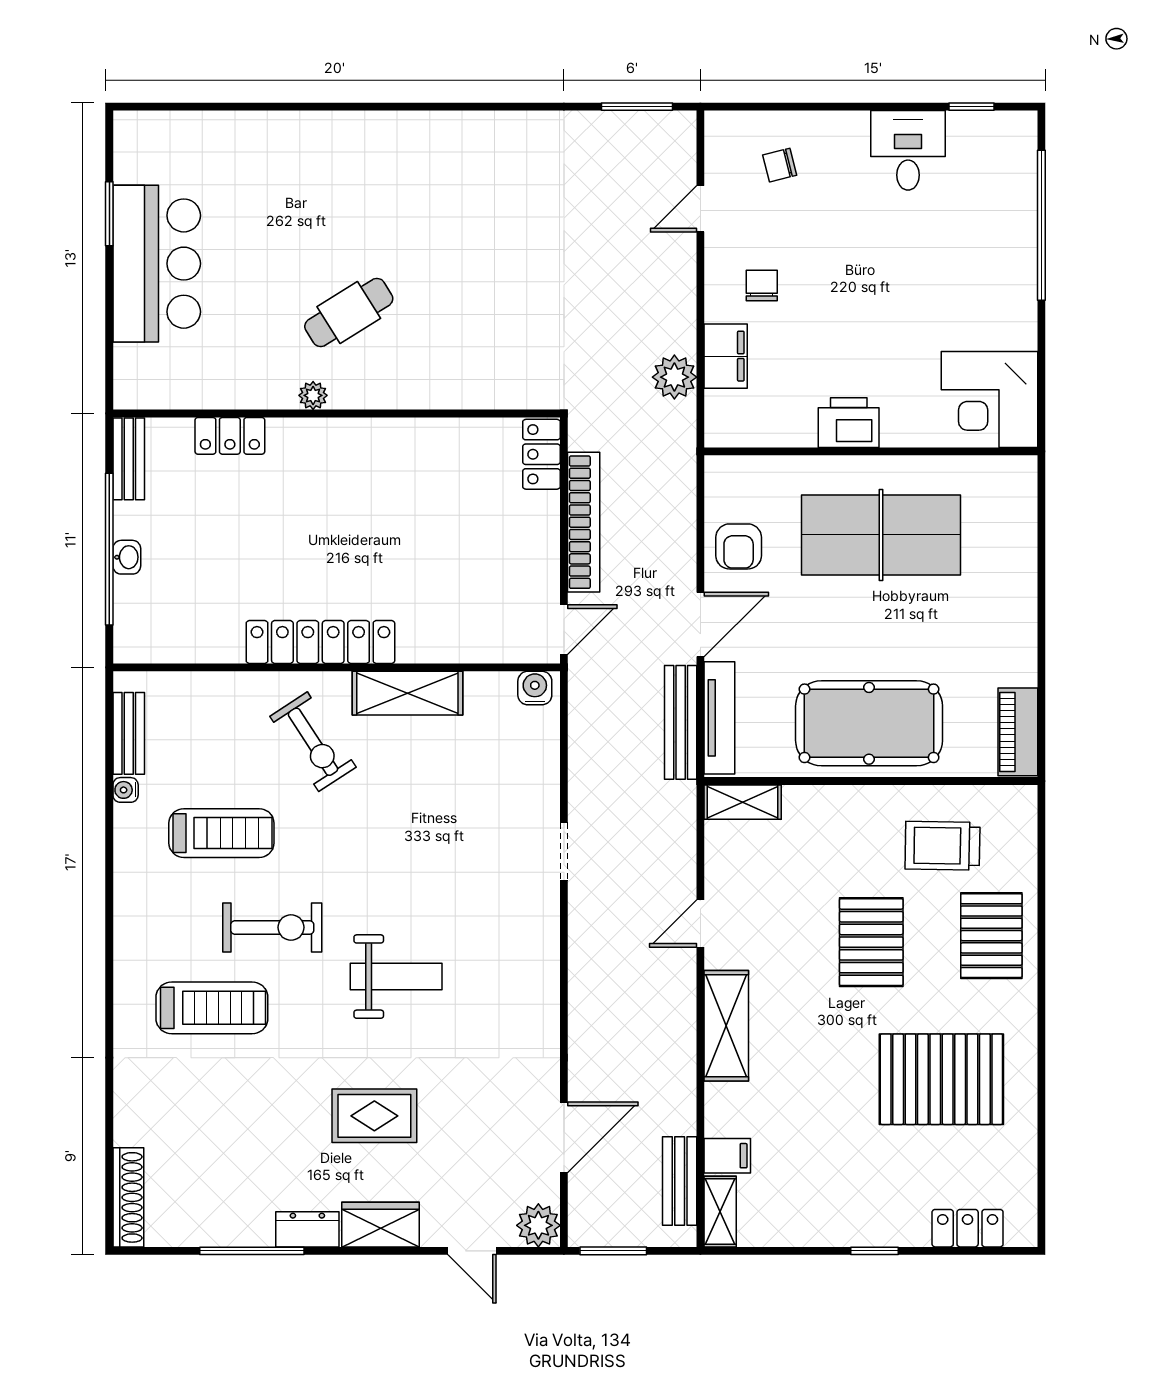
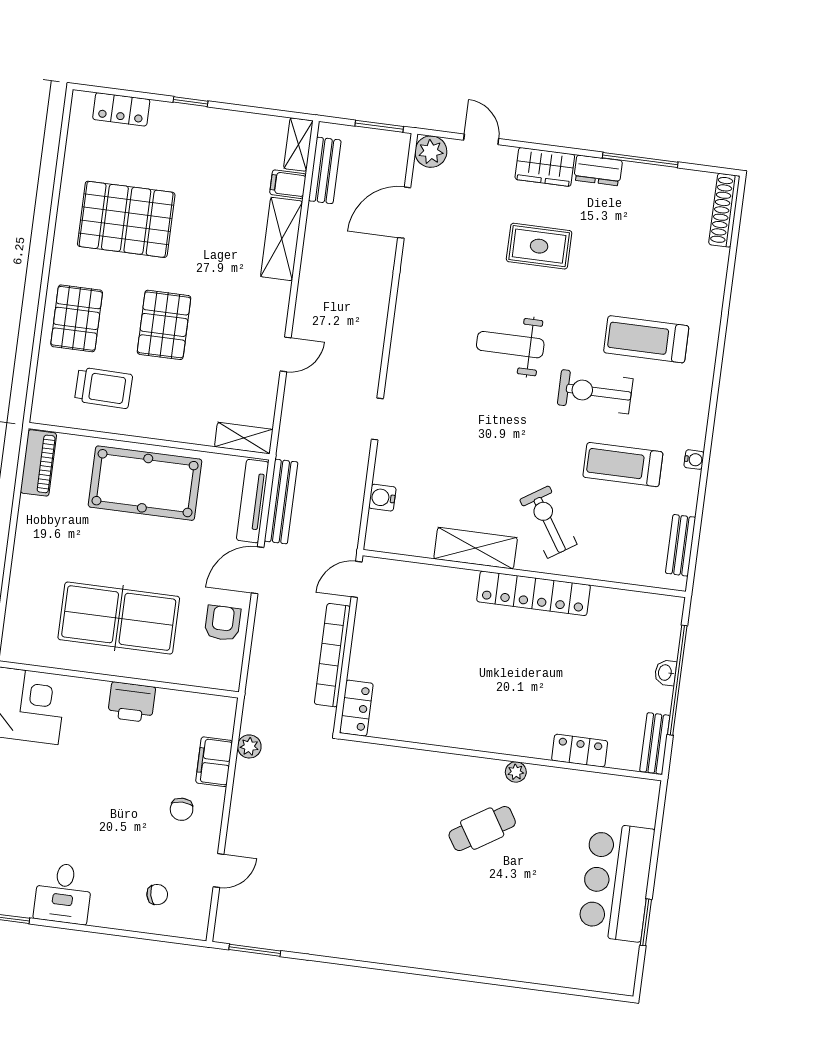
plant: (674, 377) -> (249, 746), width x0.73, depth x0.73
water cooler: (535, 688) -> (382, 498), moved, turned 90
water cooler: (126, 790) -> (694, 460), moved
shelving: (726, 1026) -> (282, 239), moved

